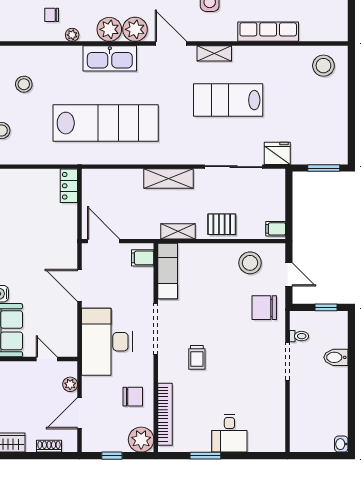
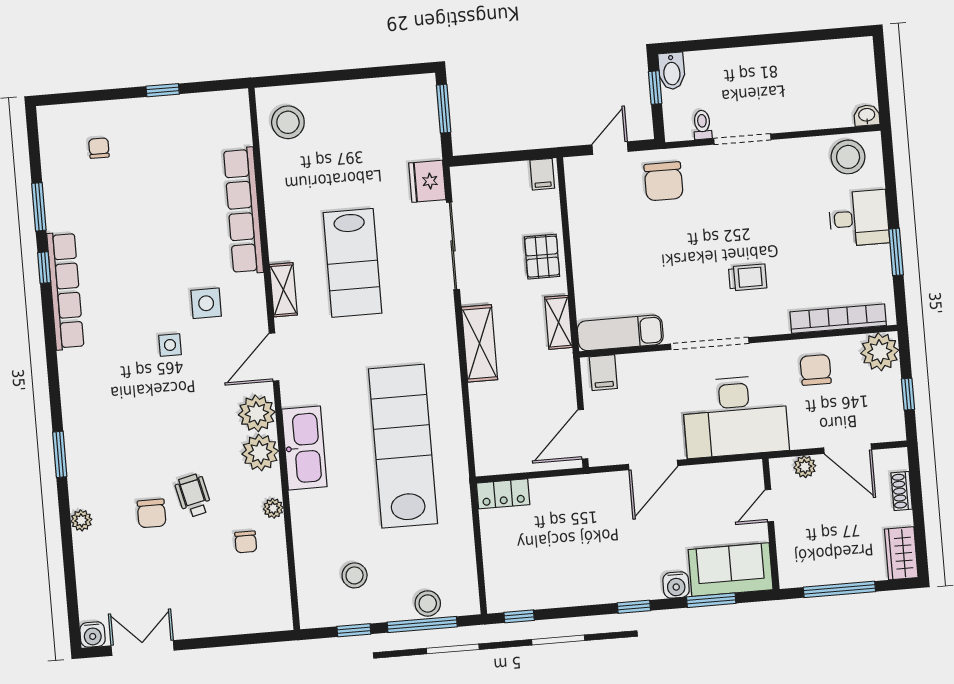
row of seats: (268, 32) -> (243, 211), width x1.36
stool: (250, 263) -> (848, 157), moved
bidet: (336, 357) -> (672, 71), moved
washbasin: (341, 444) -> (867, 115), moved, turned 180

